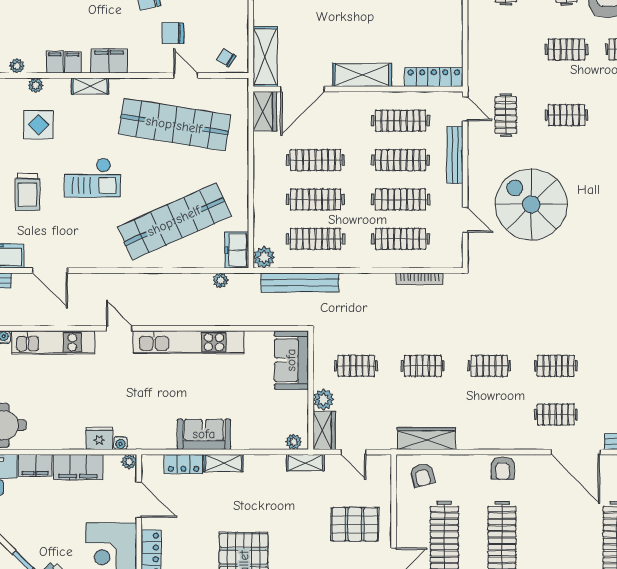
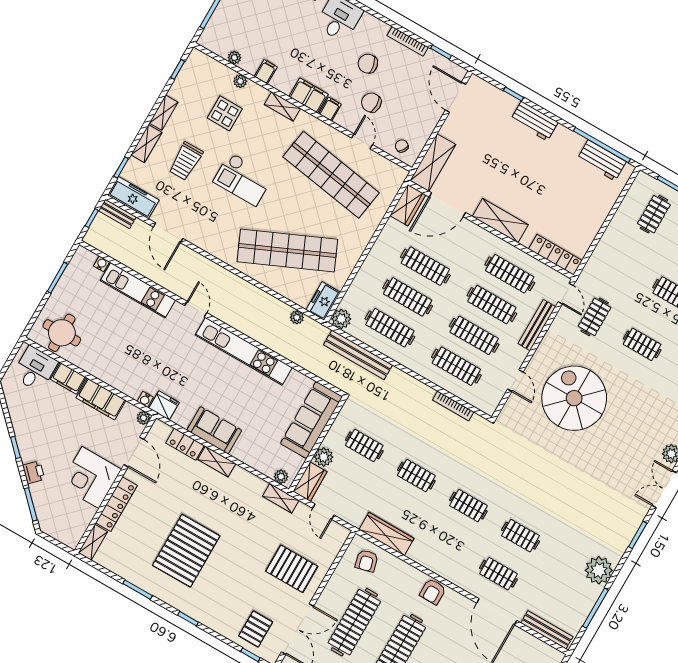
filing cabinet: (73, 62) -> (330, 109), moved
sofa: (291, 360) -> (311, 420), width x1.36
fridge: (99, 438) -> (164, 405), moved

